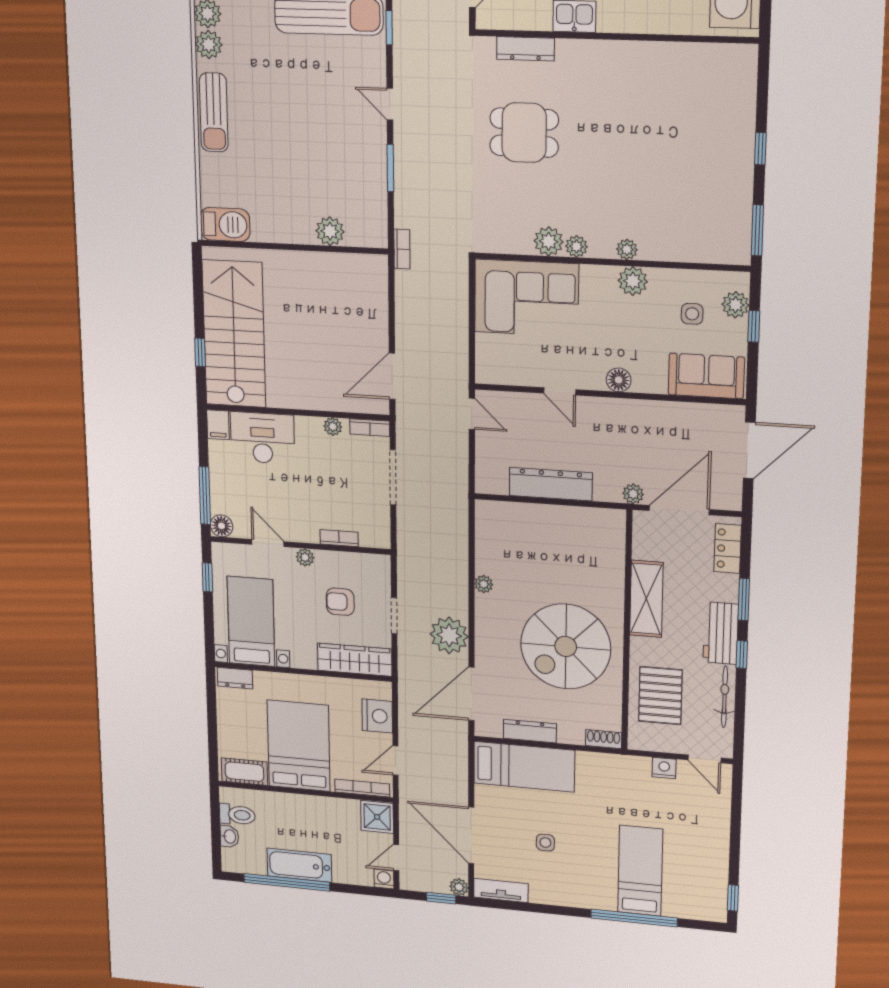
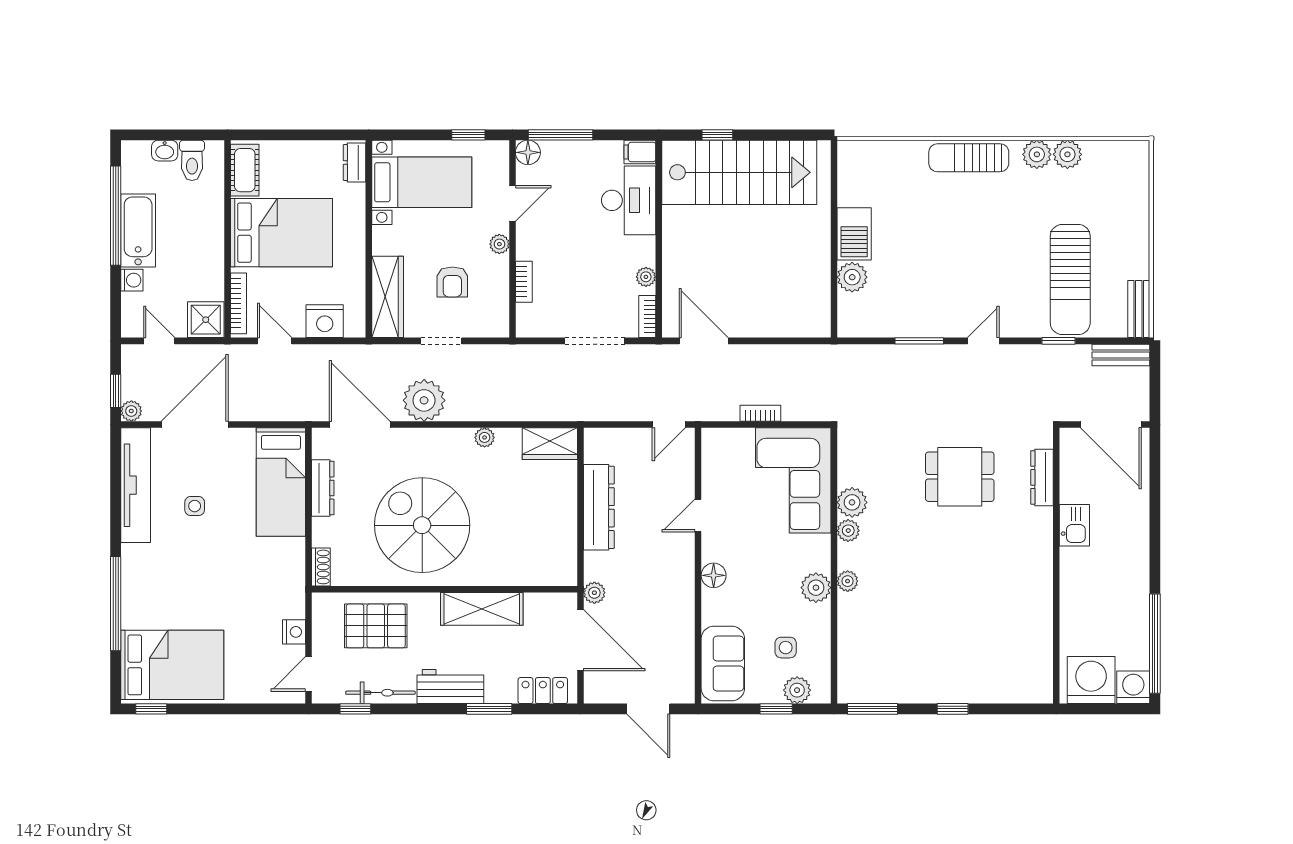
dining table: (524, 133) -> (960, 477), turned 90
barbecue: (225, 224) -> (854, 234), moved
bookcase: (402, 249) -> (760, 413), moved, turned 180
door: (749, 450) -> (648, 709), width x0.73
wardrobe: (490, 525) -> (550, 444), added
armchair: (340, 602) -> (452, 282), turned 180
window: (742, 655) -> (355, 709), moved
bed: (640, 871) -> (172, 665), moved, width x1.50
washing machine: (384, 879) -> (132, 280), moved
tv unit: (501, 890) -> (136, 485), width x1.92, depth x1.29

